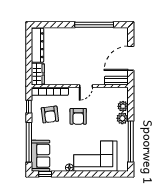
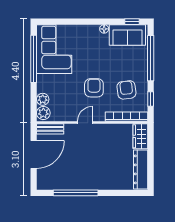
plant: (122, 118) -> (43, 113), moved
sofa: (41, 156) -> (127, 35), moved, turned -90
corner sofa: (95, 156) -> (54, 49), moved, turned -90

